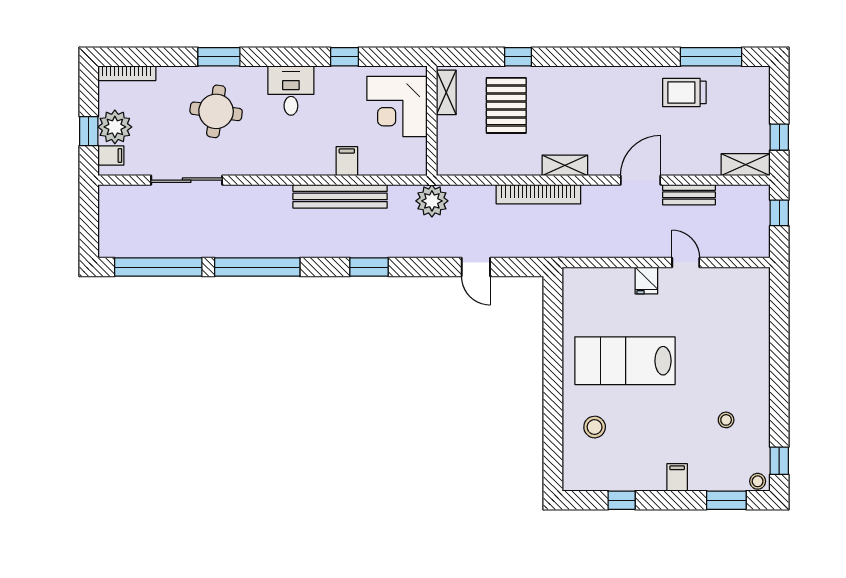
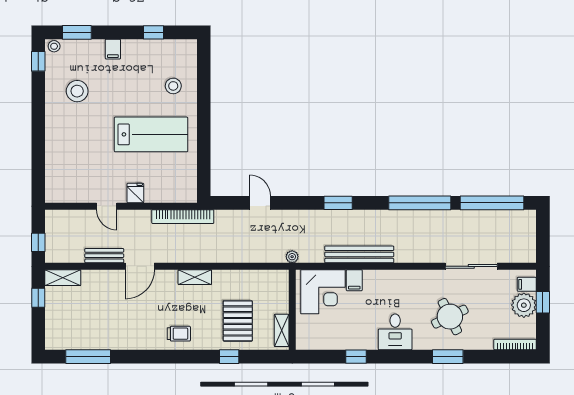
trolley: (684, 92) -> (179, 334), moved, width x0.73, depth x0.72
corner desk: (397, 106) -> (323, 292), moved, turned 90
round table: (216, 111) -> (450, 317), turned -34
bookcase: (538, 194) -> (183, 217), moved, turned 180
plant: (432, 201) -> (292, 257), width x0.53, depth x0.53
stool: (726, 420) -> (77, 91), width x1.89, depth x1.89

